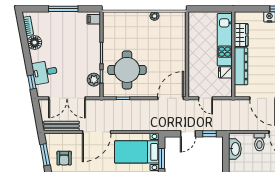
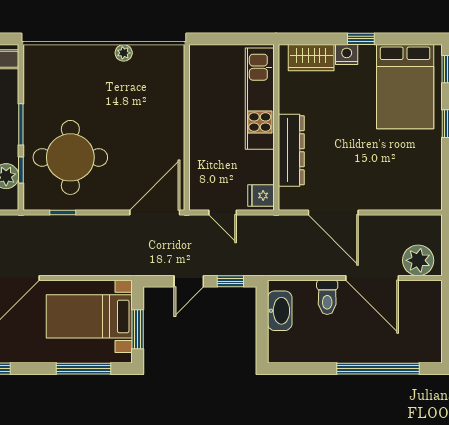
wardrobe: (241, 35) -> (311, 58), moved, turned 90
fridge: (225, 72) -> (261, 196), moved

